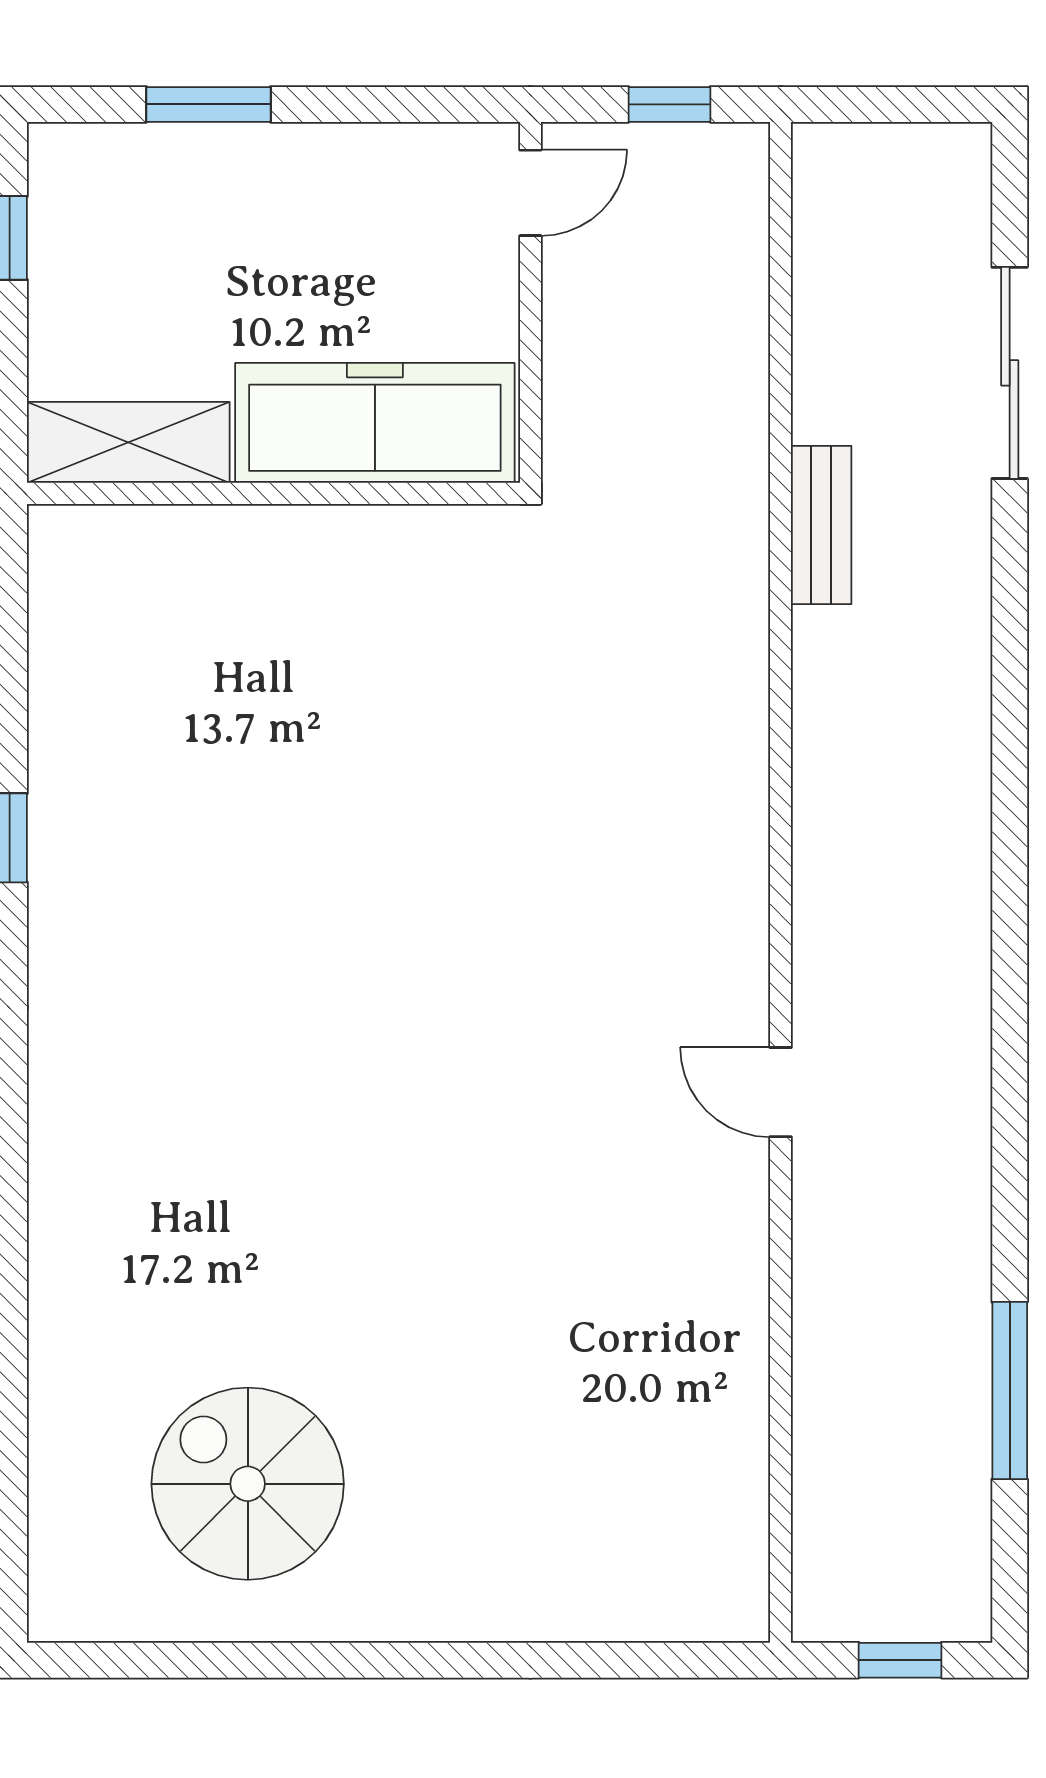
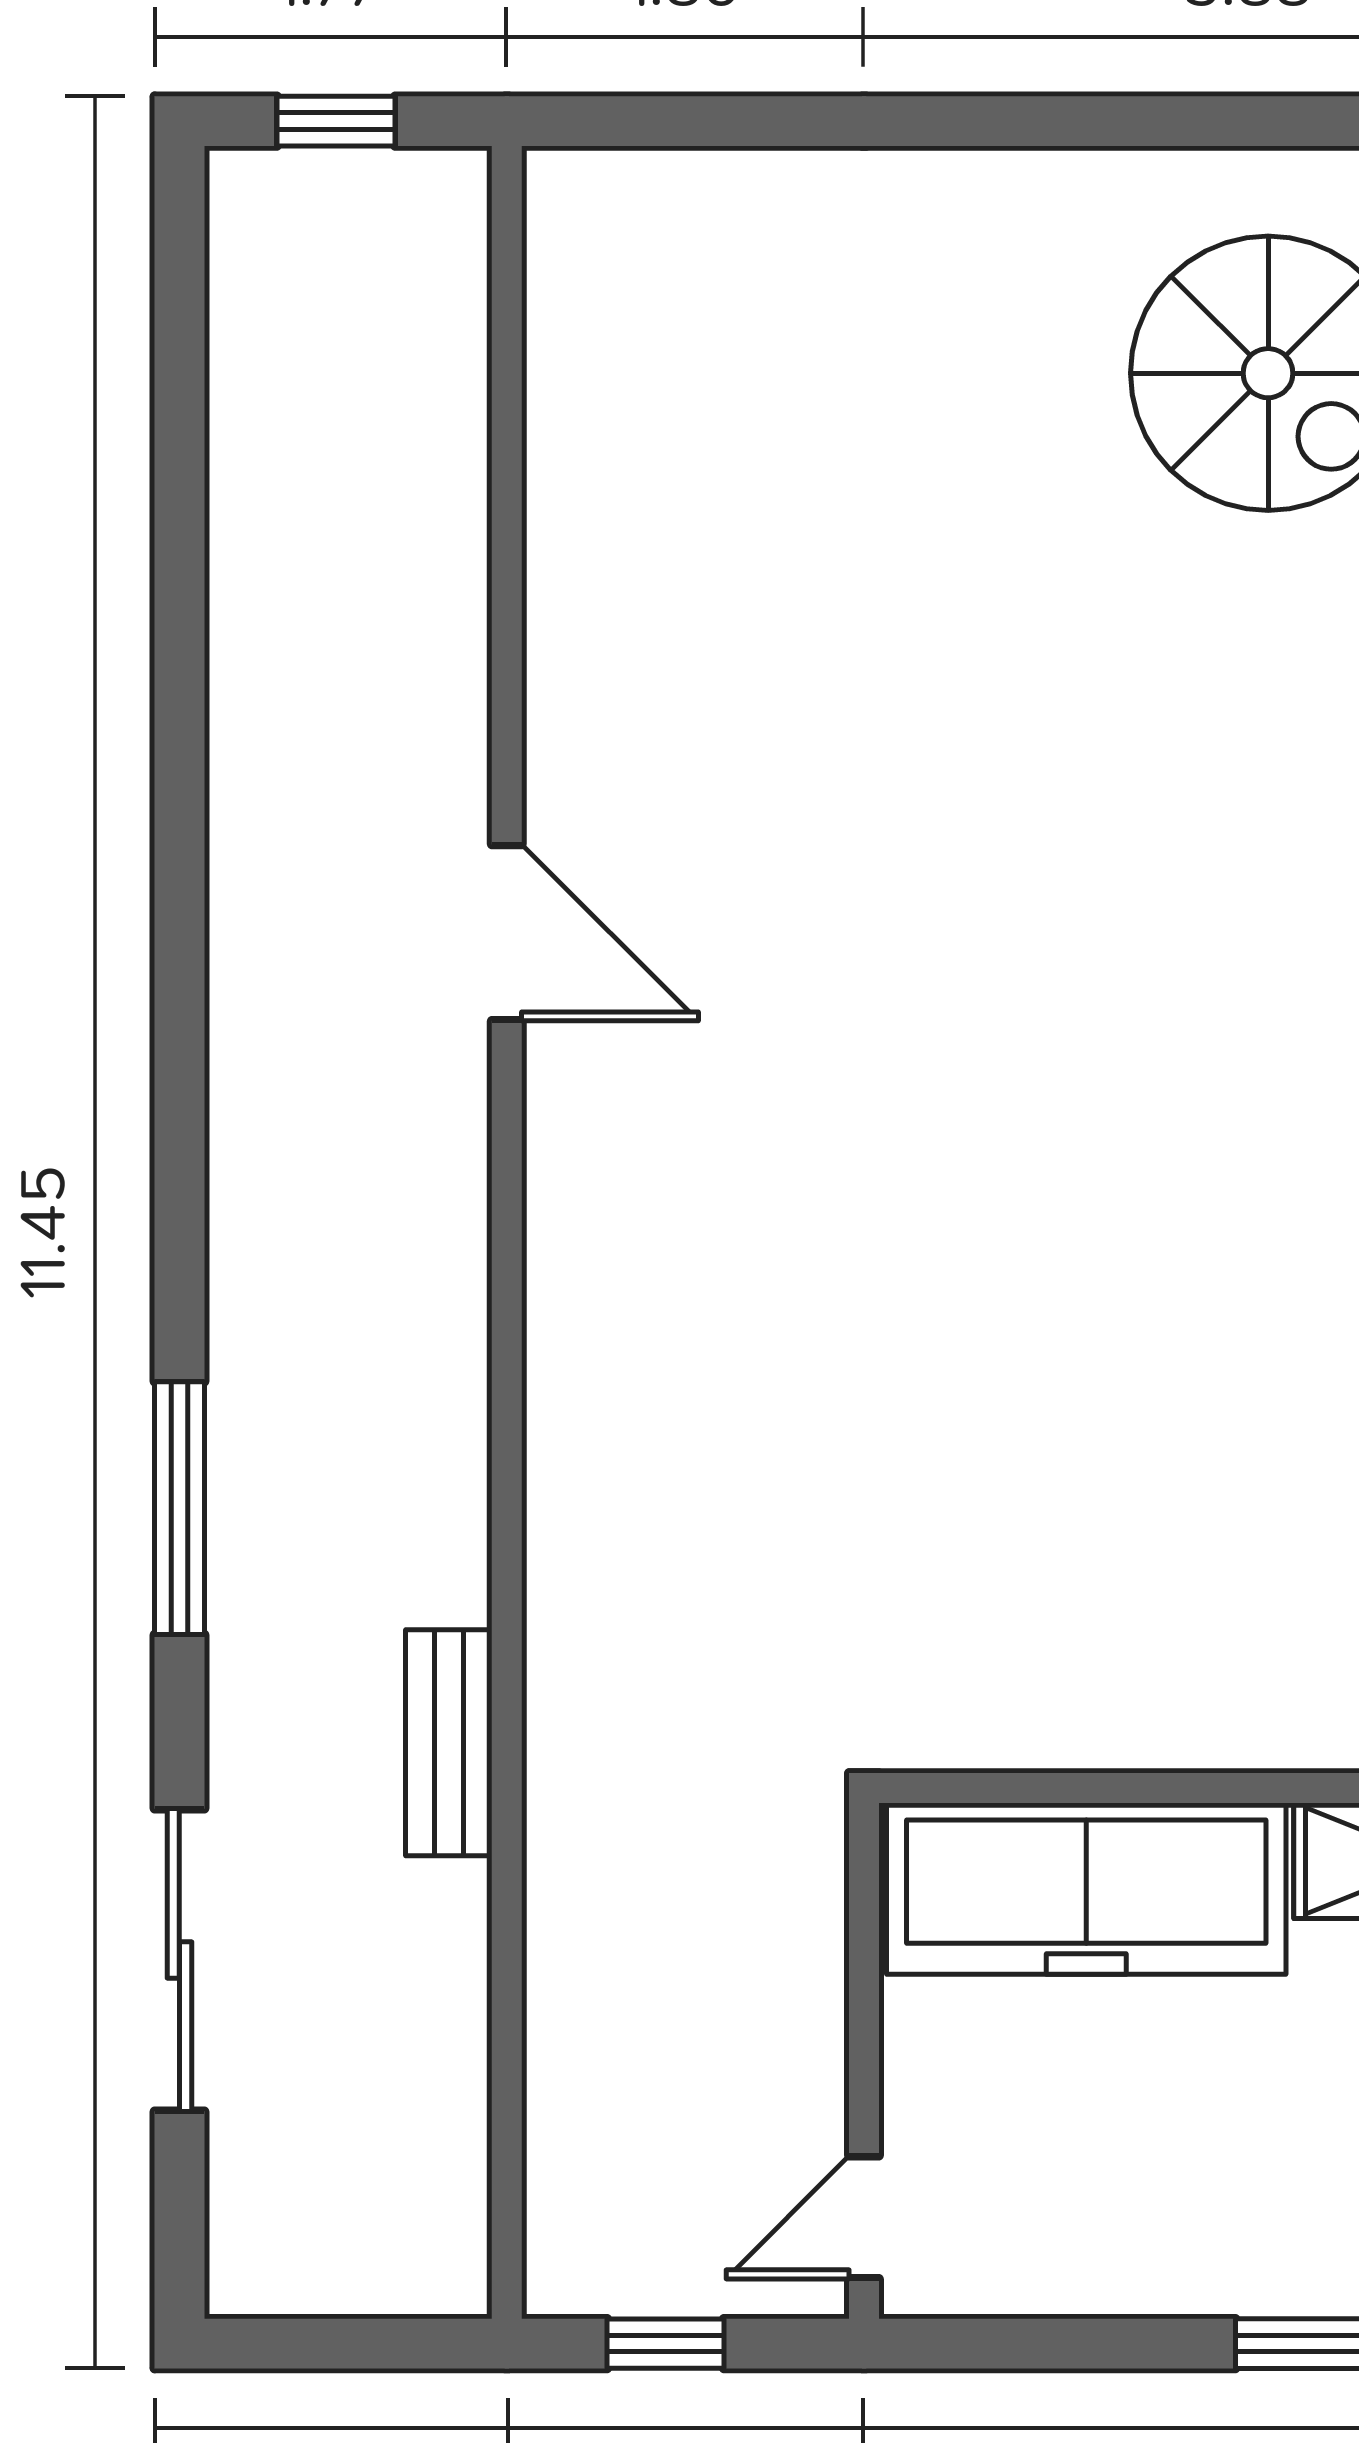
door: (780, 1092) -> (507, 933), width x1.37
window: (1010, 1391) -> (179, 1508), moved

